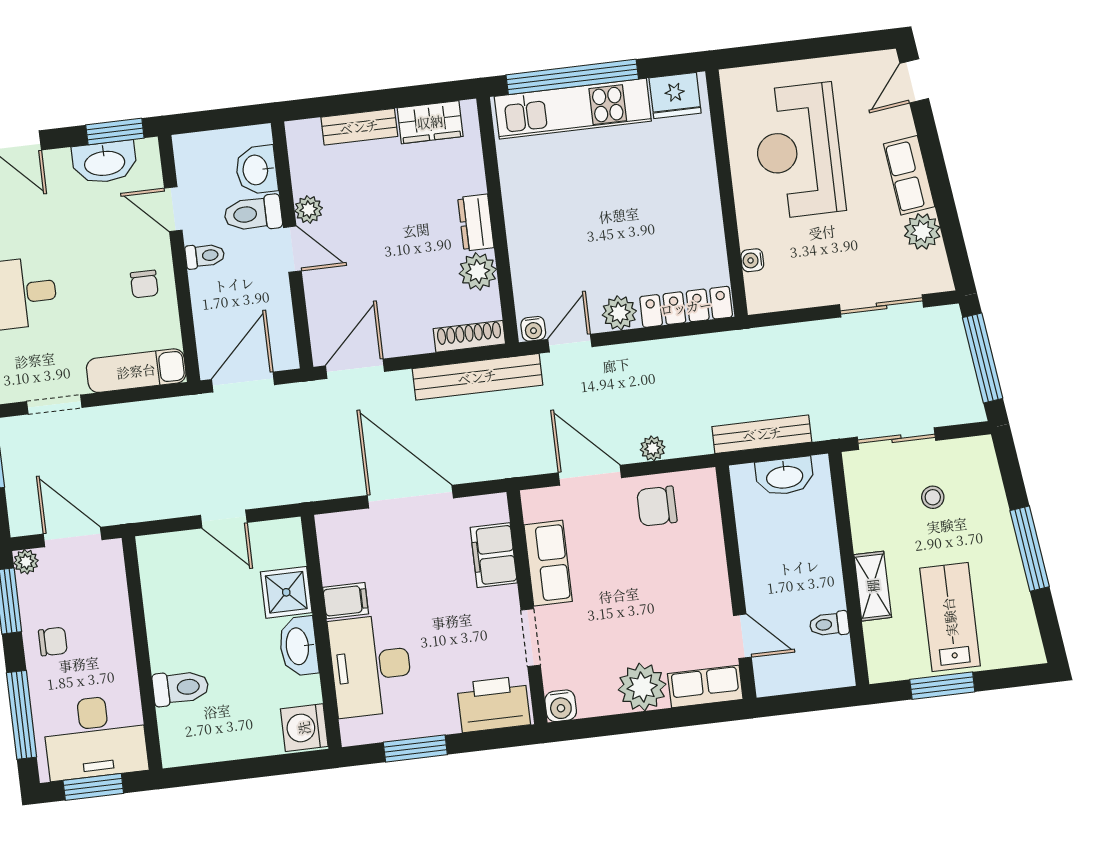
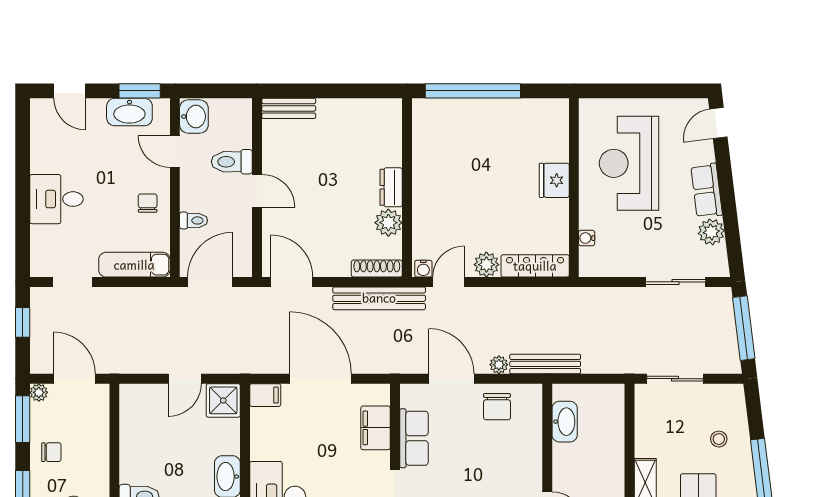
fridge: (675, 95) -> (554, 180), moved, turned 90
kitchen unit: (573, 109) -> (471, 114), removed
wardrobe: (430, 122) -> (367, 111), removed
bench: (359, 127) -> (289, 108), moved
washbasin: (256, 170) -> (194, 116), moved, turned 180
plant: (309, 210) -> (272, 164), removed
toilet: (205, 256) -> (194, 220), moved
chair: (144, 284) -> (148, 203), turned 180
door: (355, 369) -> (292, 282), hinge flipped
bench: (762, 434) -> (545, 364), moved
washbasin: (785, 476) -> (565, 422), moved, turned -90
stool: (933, 497) -> (719, 439), moved
chair: (657, 506) -> (497, 407), turned -90
door: (224, 519) -> (185, 379), hinge flipped
shower: (286, 592) -> (223, 400), moved
filing cabinet: (346, 601) -> (265, 395), moved

